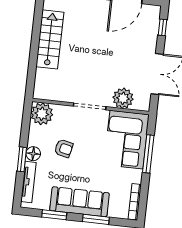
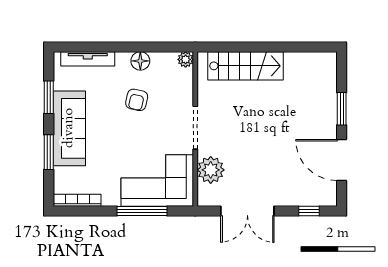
stairs: (50, 39) -> (246, 66), moved
plant: (42, 114) -> (186, 59), width x0.53, depth x0.53
floor lamp: (33, 154) -> (140, 61), moved
window: (22, 159) -> (116, 47), removed

